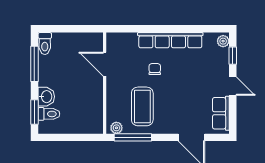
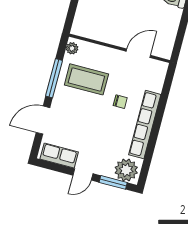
plant: (223, 41) -> (126, 170), width x1.88, depth x1.88
window: (233, 56) -> (113, 182), width x1.50
window: (133, 137) -> (54, 78), moved

